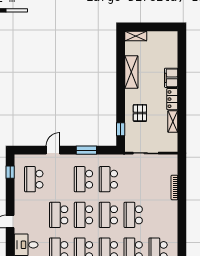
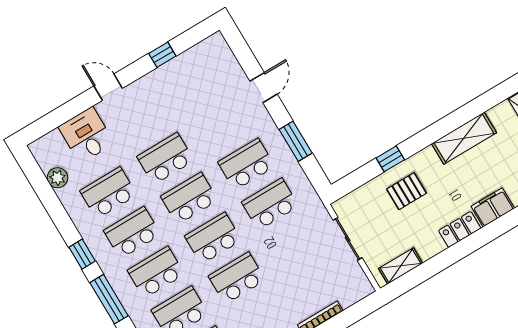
shelving: (173, 122) -> (401, 266), moved
window: (121, 129) -> (390, 159), moved
door: (53, 150) -> (264, 88), hinge flipped
window: (10, 172) -> (162, 55), moved
school desk: (34, 179) -> (199, 85), removed

